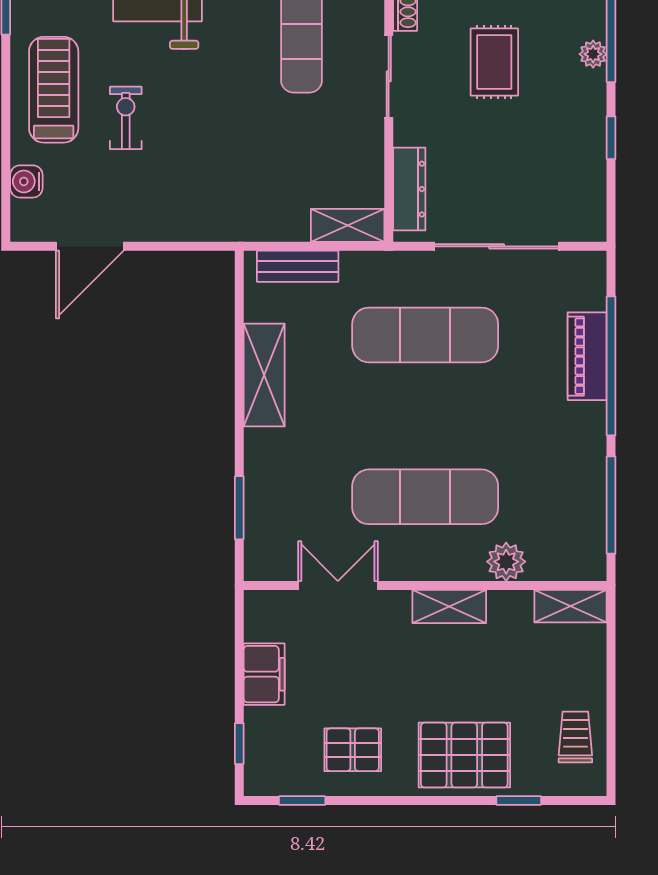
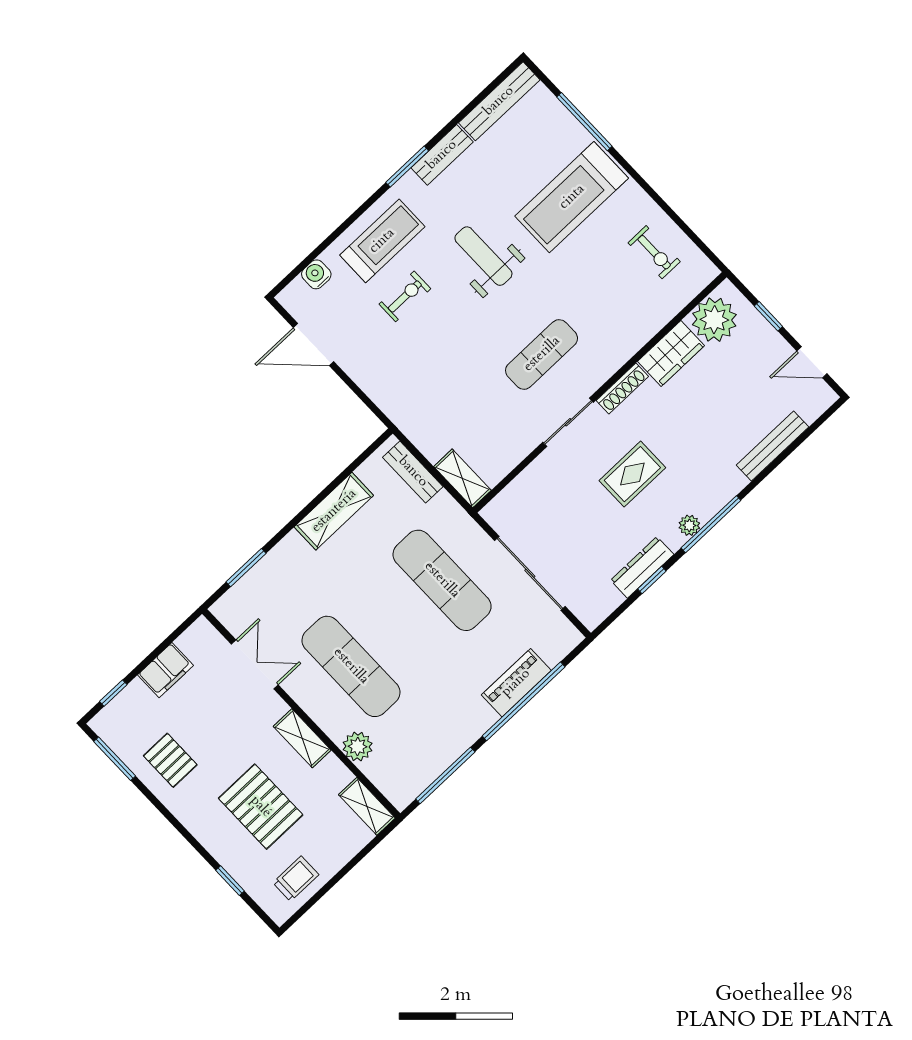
dresser: (409, 189) -> (642, 567), moved, turned 180
pallet: (464, 755) -> (261, 807), moved
window: (302, 801) -> (115, 759), width x1.50

